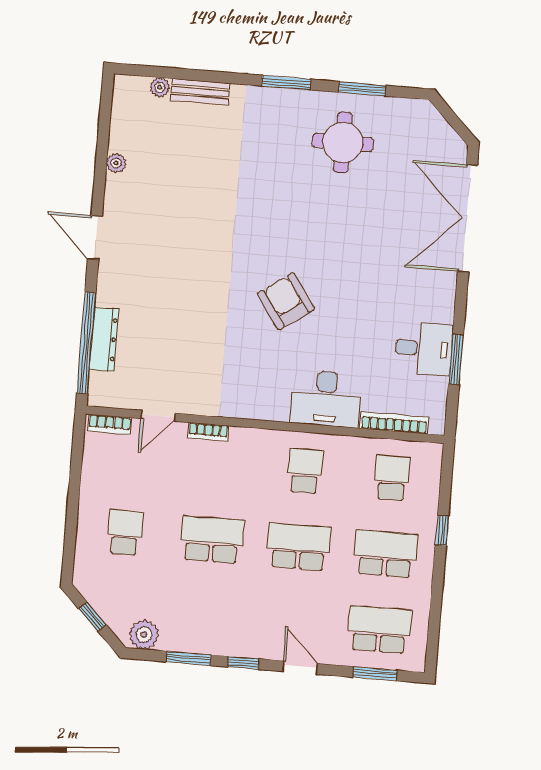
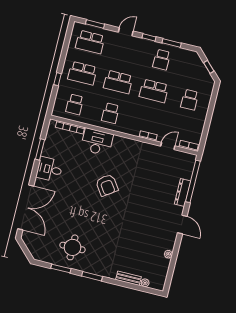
dresser: (104, 339) -> (183, 193), moved
desk: (424, 349) -> (50, 169), moved
school desk: (206, 615) -> (162, 60), added
plant: (144, 635) -> (189, 56), removed
door: (300, 668) -> (126, 32), swing flipped

